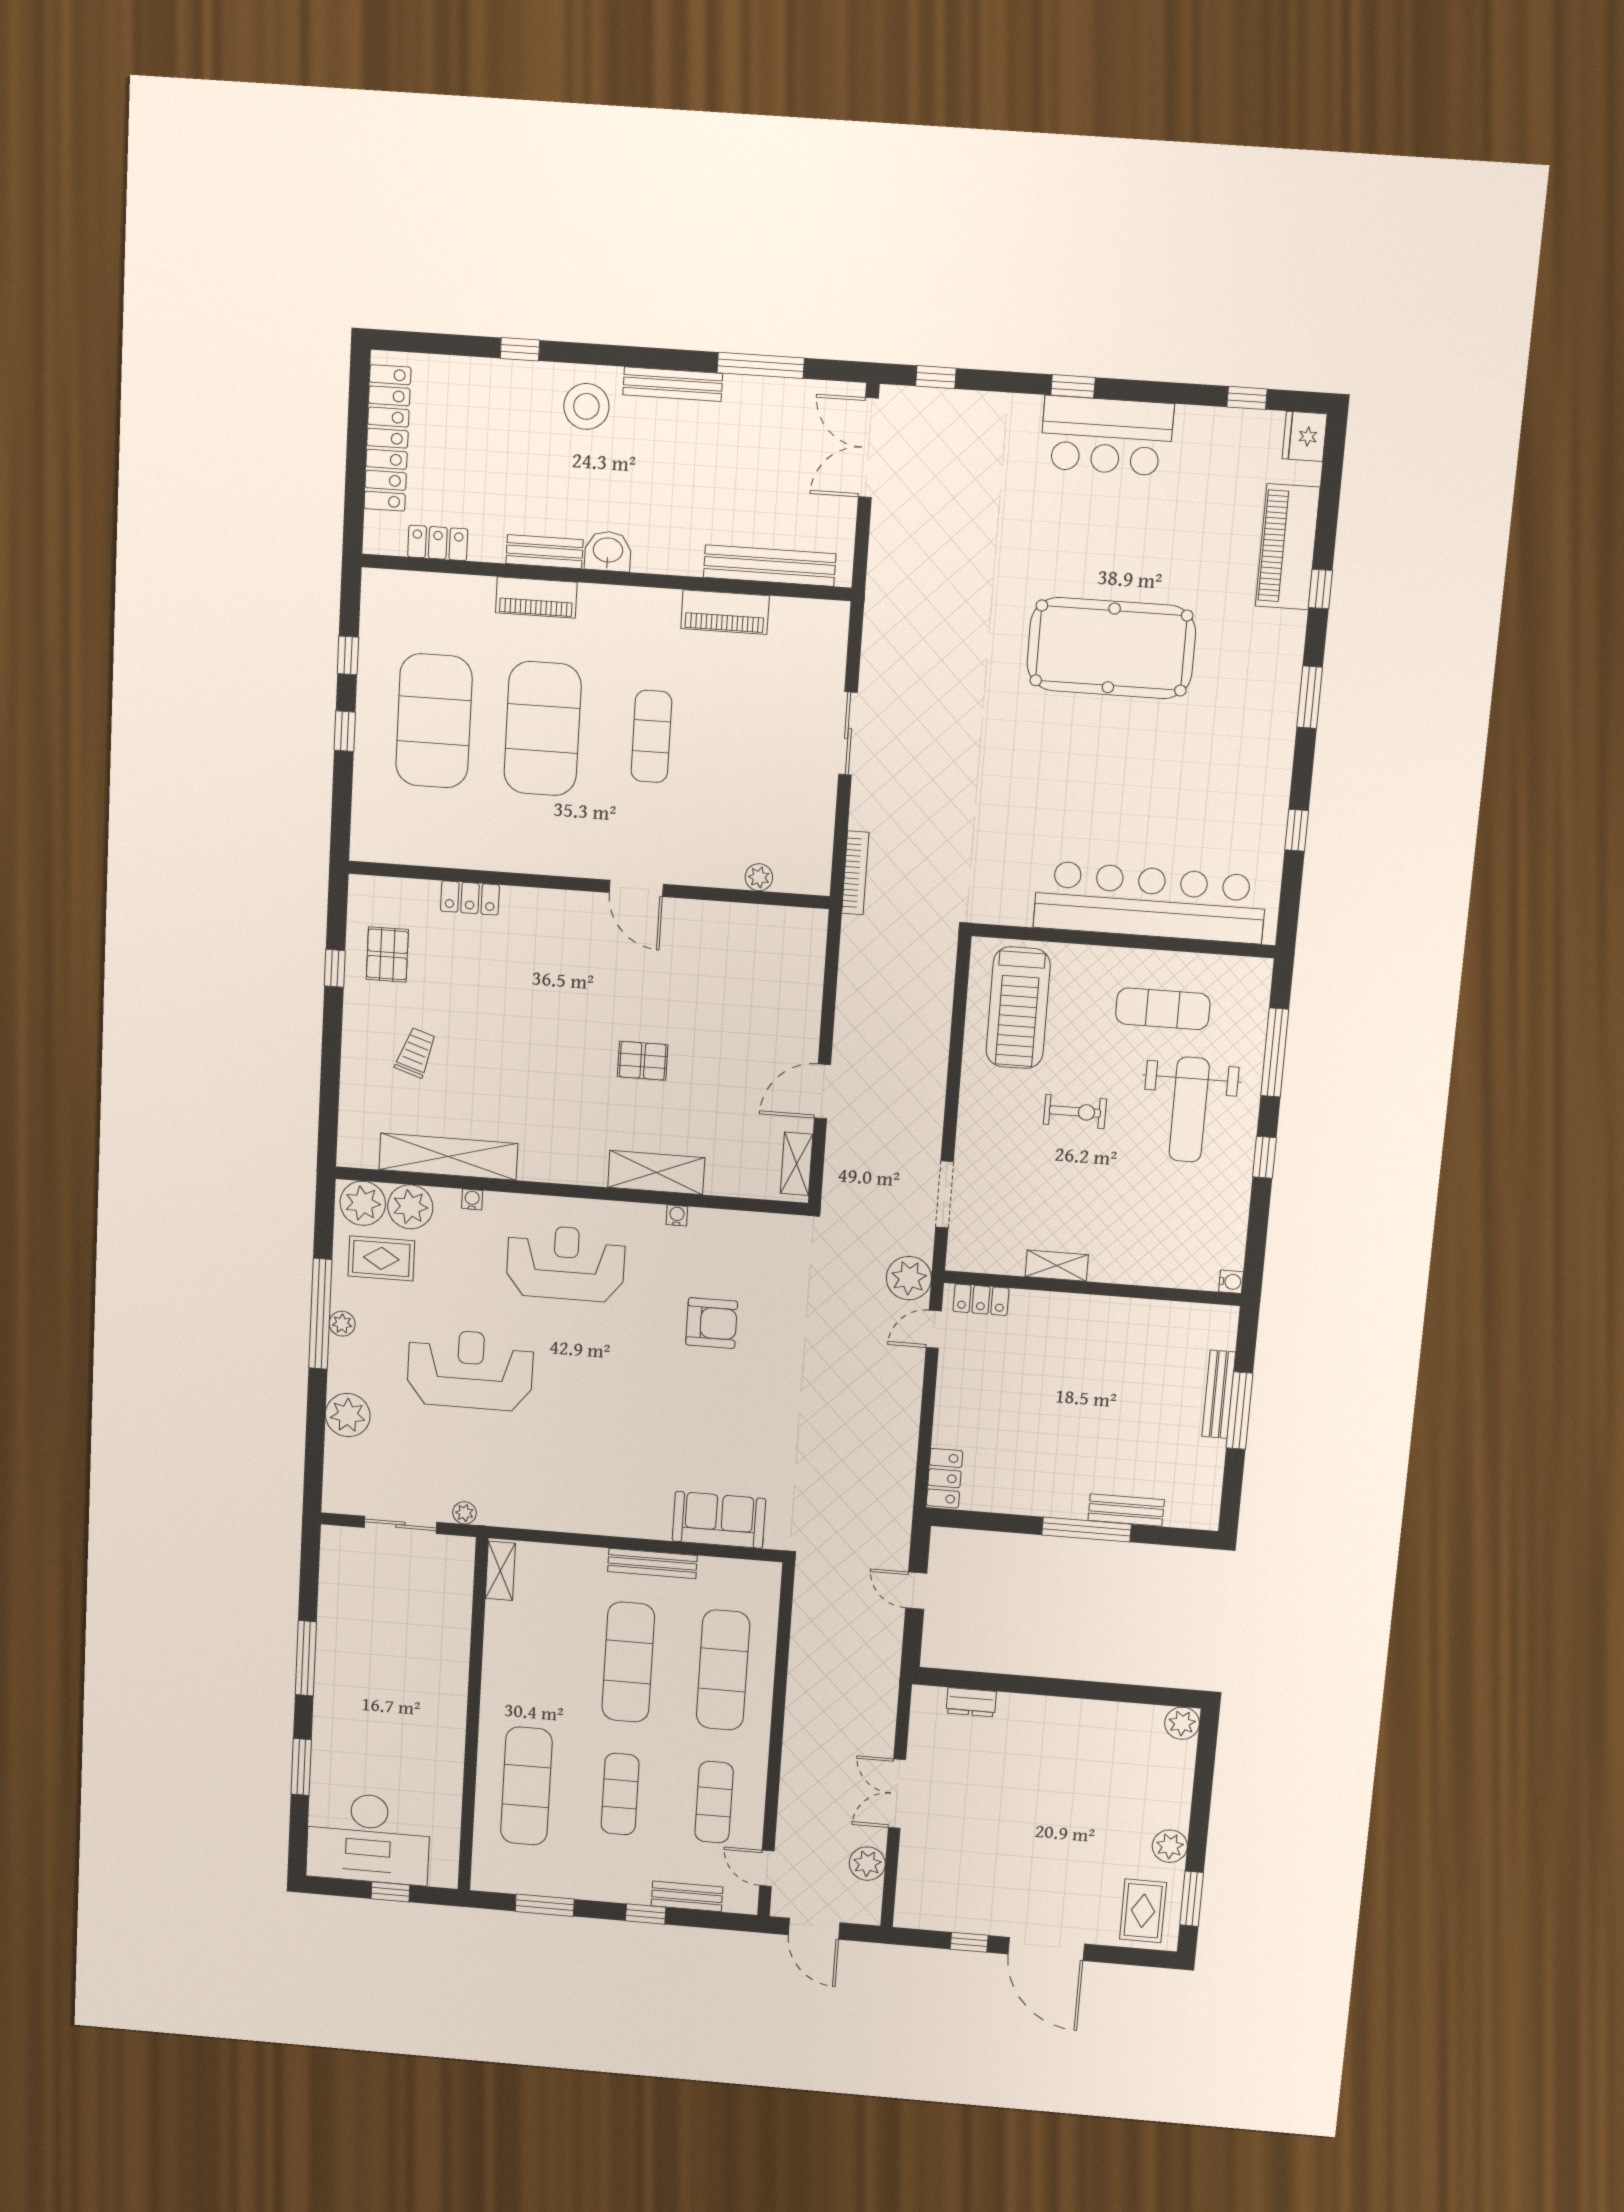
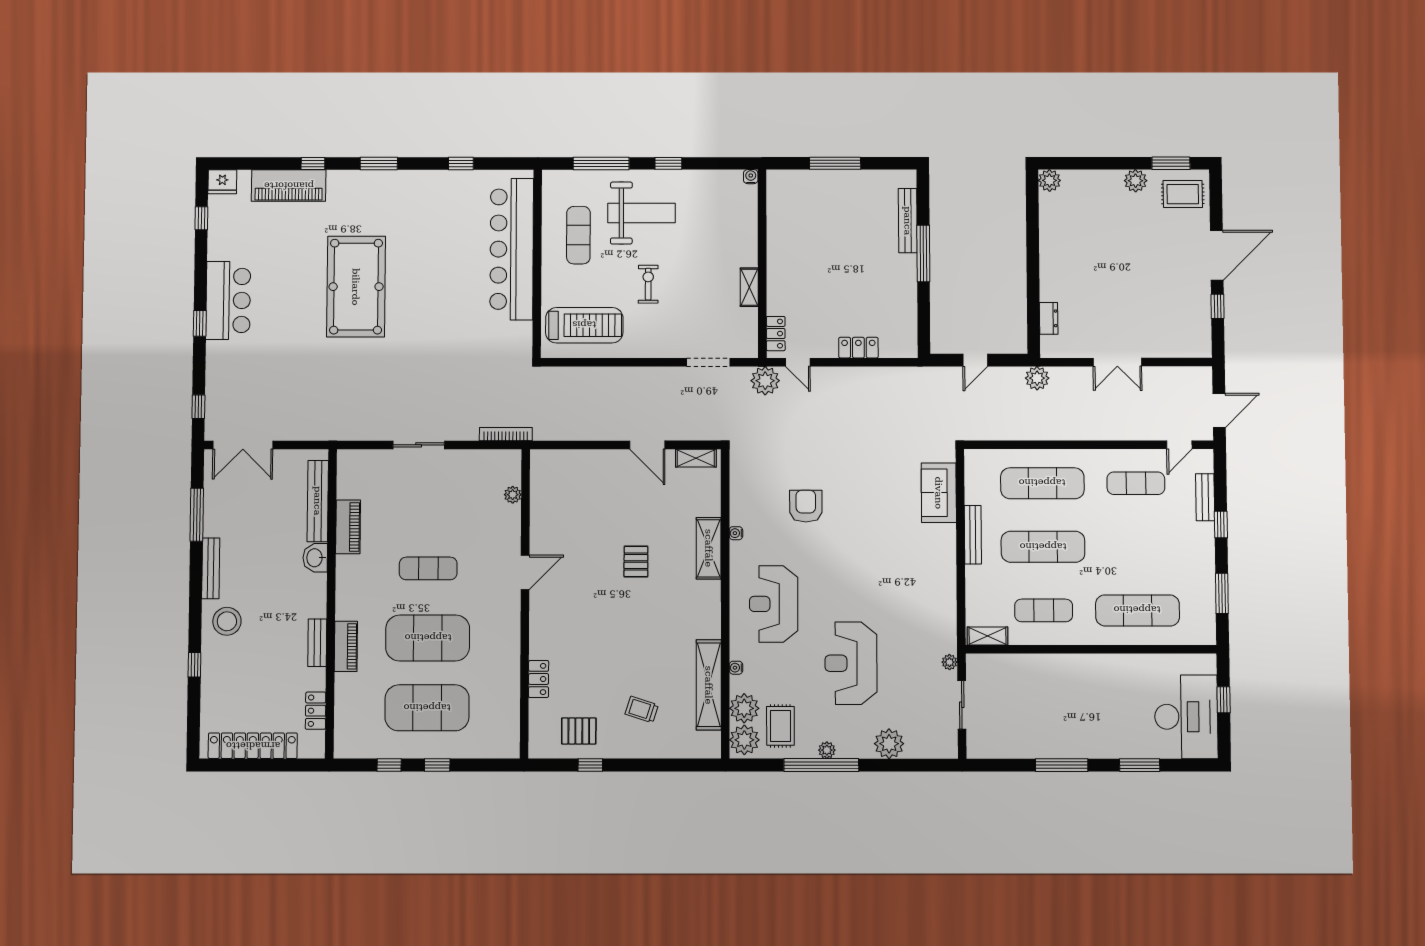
washbasin: (608, 551) -> (315, 558), moved
bench: (1219, 1394) -> (825, 177), removed
locker: (944, 1478) -> (858, 348), moved
bench: (1126, 1510) -> (908, 221), width x1.36
exercise mat: (620, 1794) -> (1044, 610), moved
plant: (867, 1864) -> (1037, 378), moved

